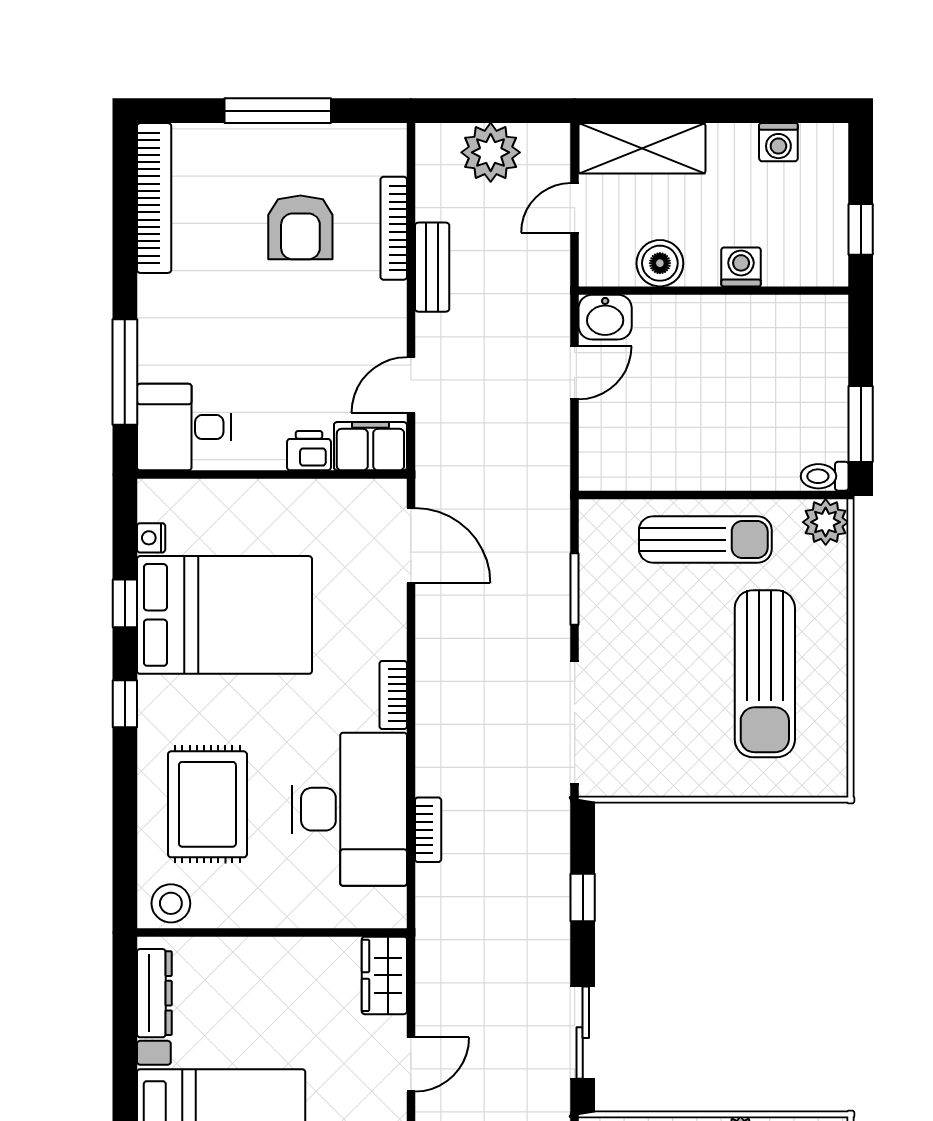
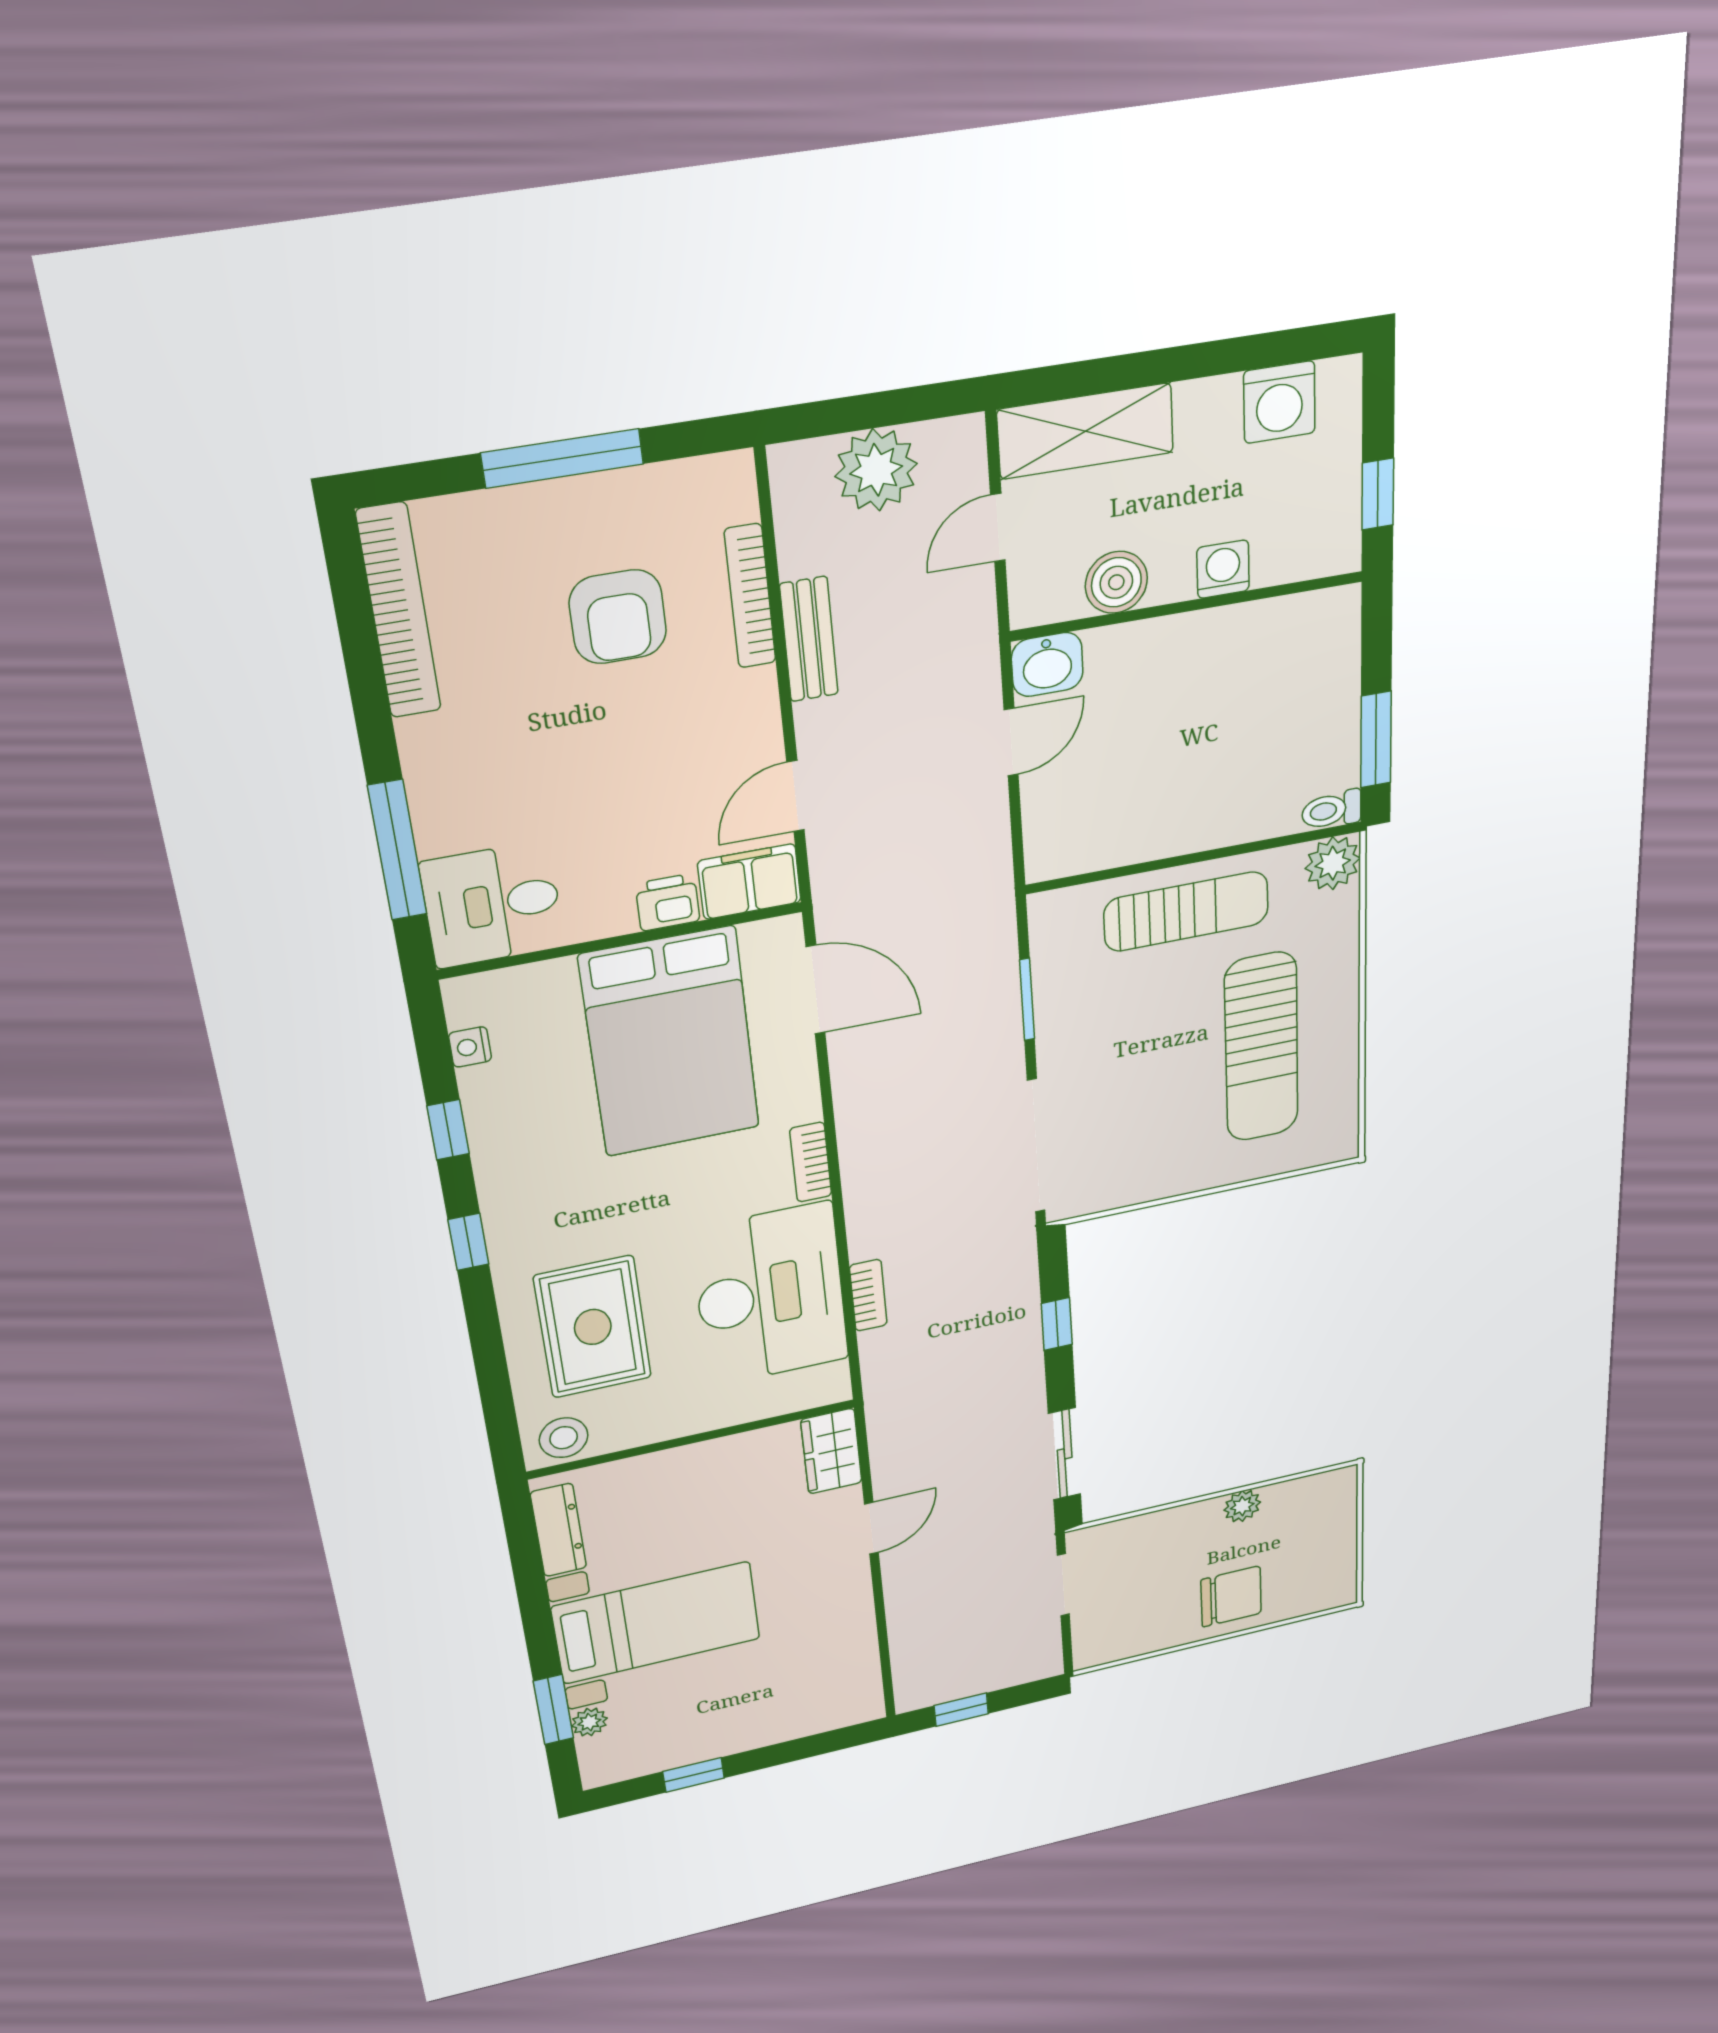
washing machine: (778, 142) -> (1279, 402), width x1.38, depth x1.38
bed: (224, 615) -> (670, 1042), moved, turned 90

